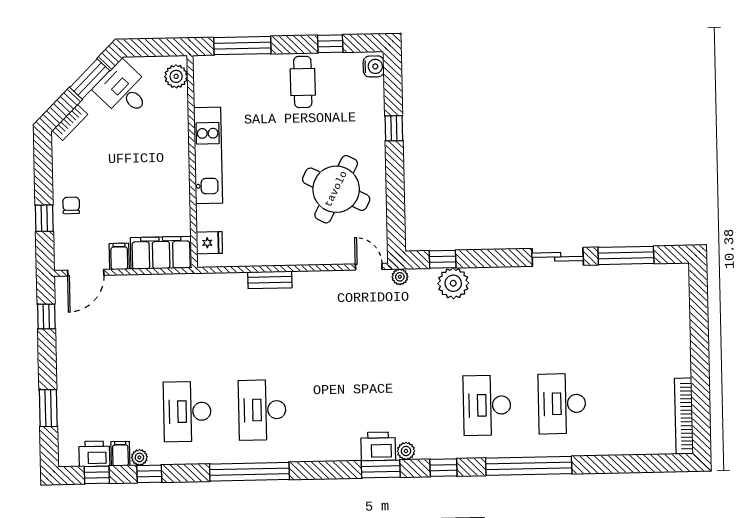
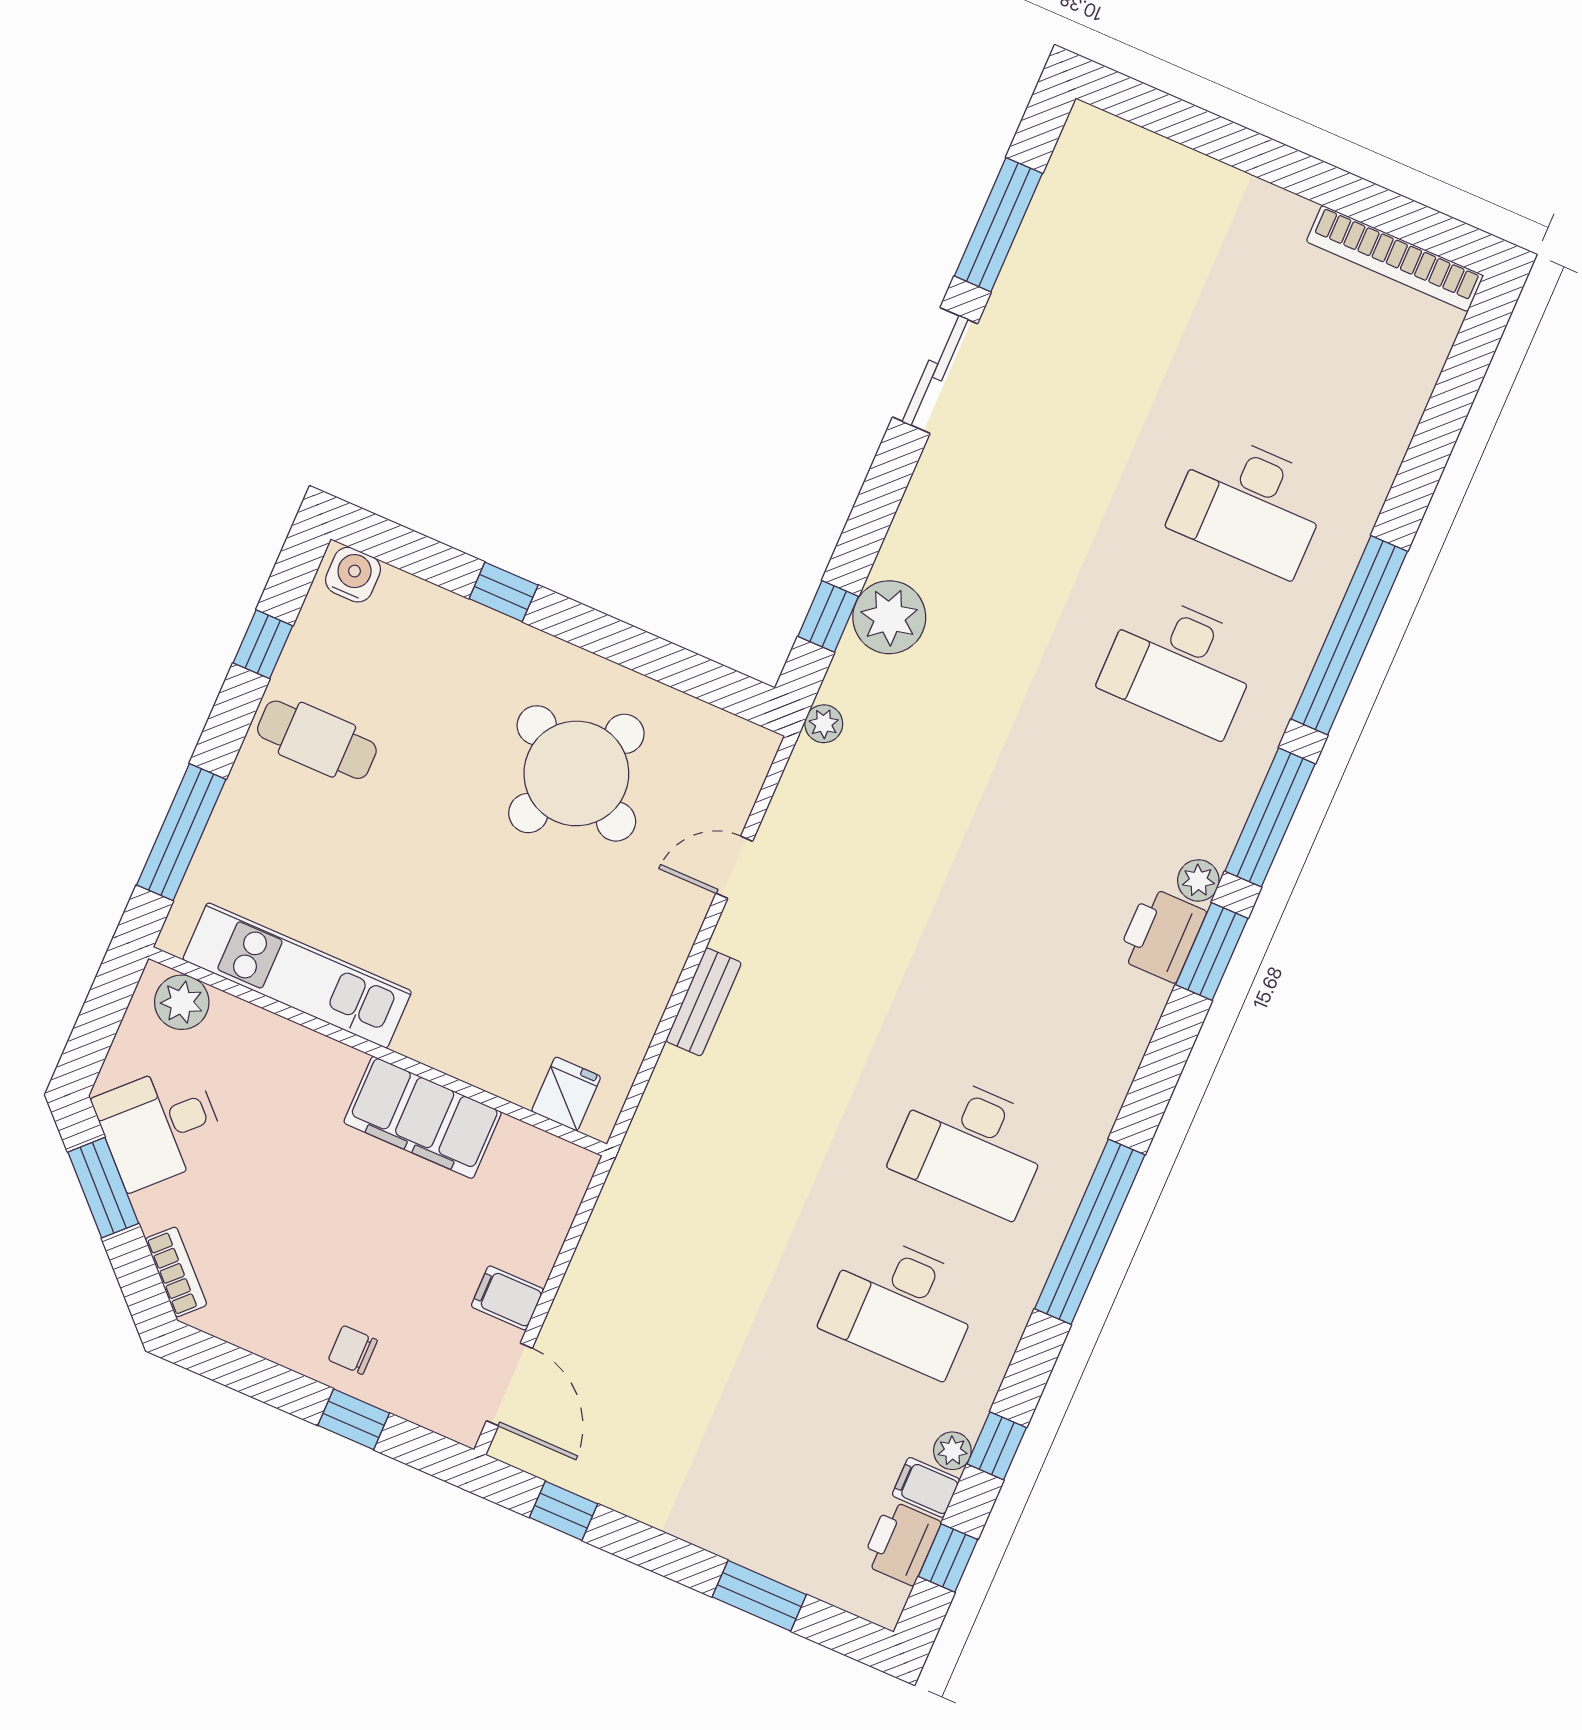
kitchen unit: (208, 155) -> (297, 975), moved
filing cabinet: (161, 253) -> (423, 1117), moved, turned -90
door: (369, 267) -> (734, 867), moved
window: (443, 468) -> (1270, 817), width x2.17

